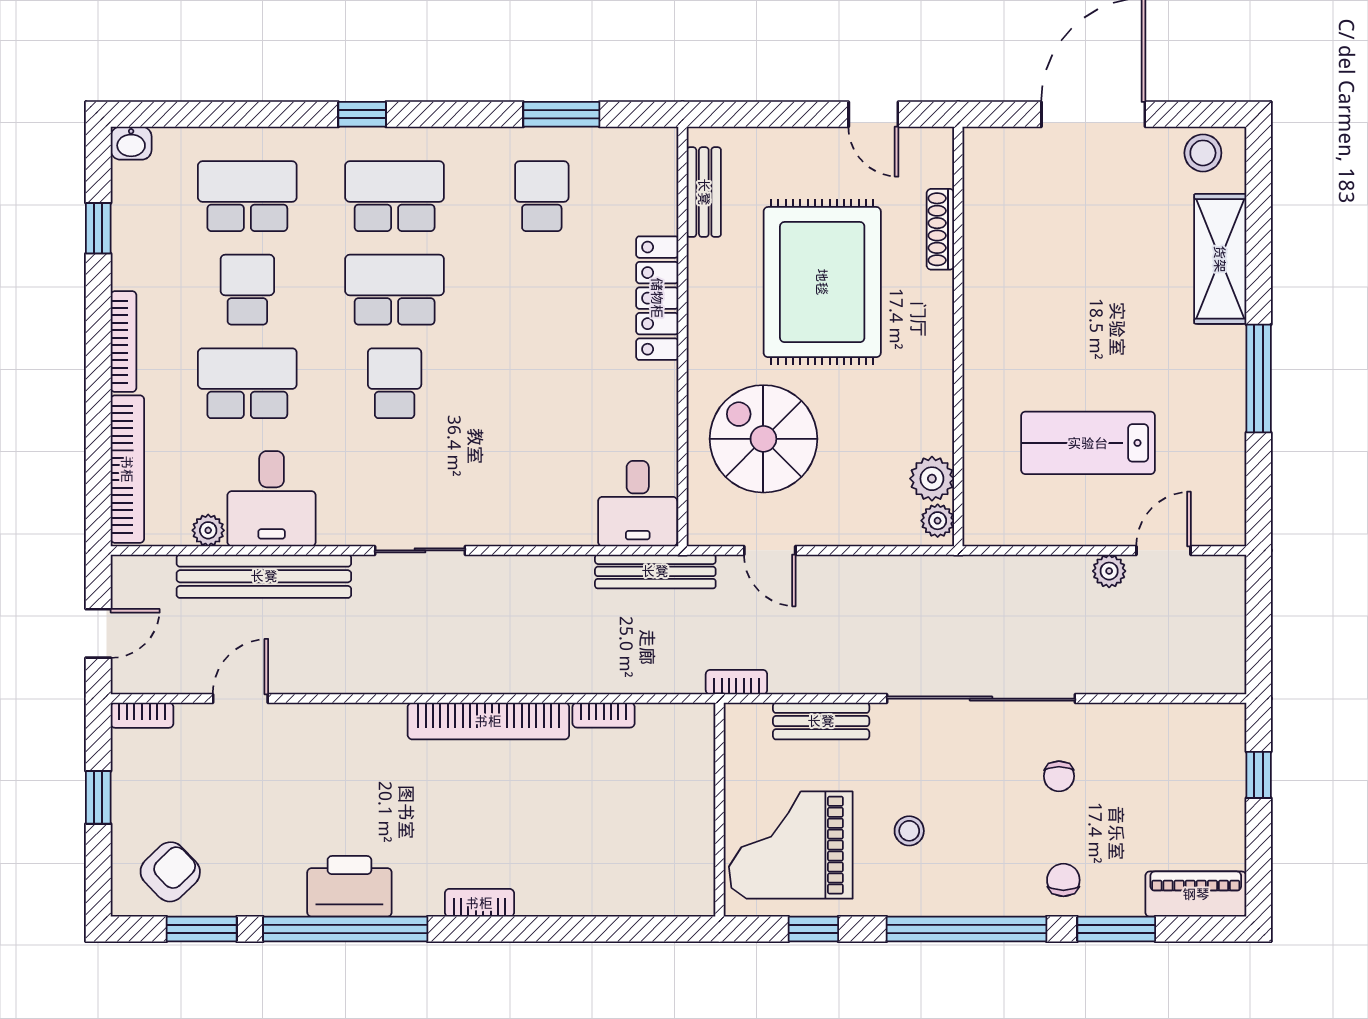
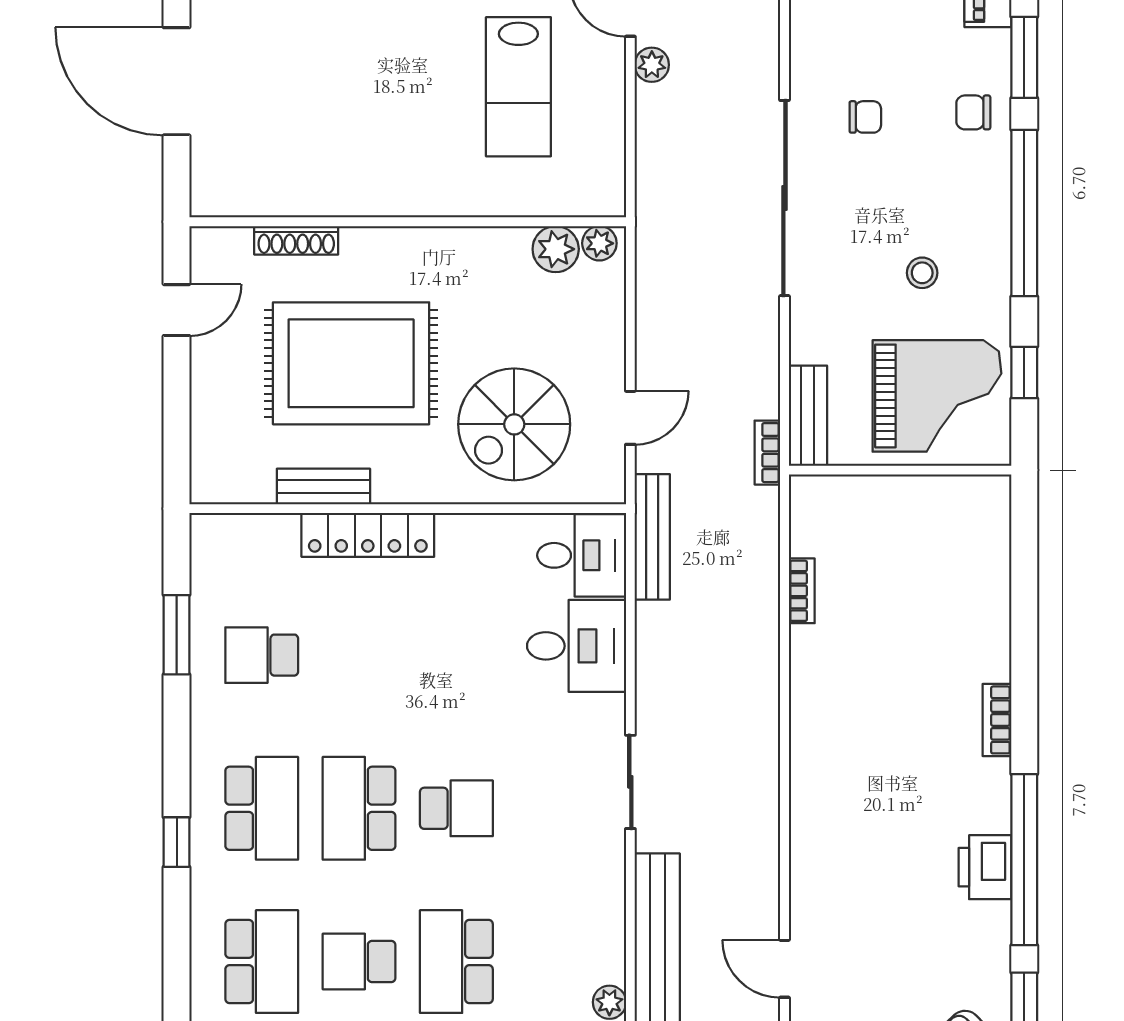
bench: (704, 192) -> (323, 487), moved
school desk: (247, 196) -> (262, 962), turned 180
school desk: (395, 196) -> (262, 808), turned 180
school desk: (395, 383) -> (456, 808), turned 180
desk: (272, 499) -> (577, 646), moved
bookcase: (488, 721) -> (808, 711), removed
bench: (821, 721) -> (808, 416), moved
grand piano: (791, 845) -> (937, 396), turned -90
printer: (349, 886) -> (985, 867), width x0.73, depth x0.84

